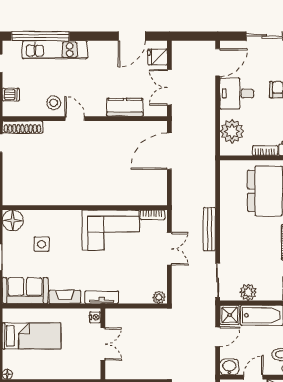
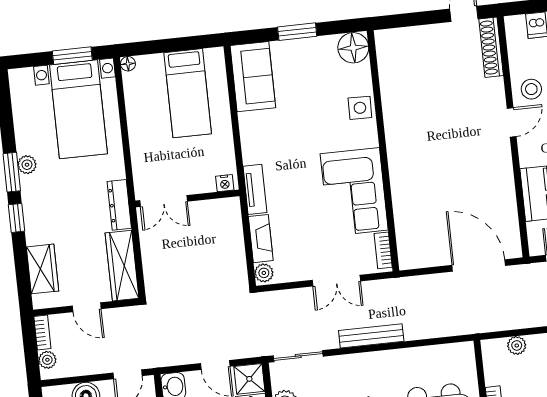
plant: (232, 131) -> (517, 345), width x0.53, depth x0.53
side table: (42, 244) -> (360, 108), moved
fireplace: (65, 297) -> (261, 239), moved
double door: (103, 344) -> (164, 201), moved

